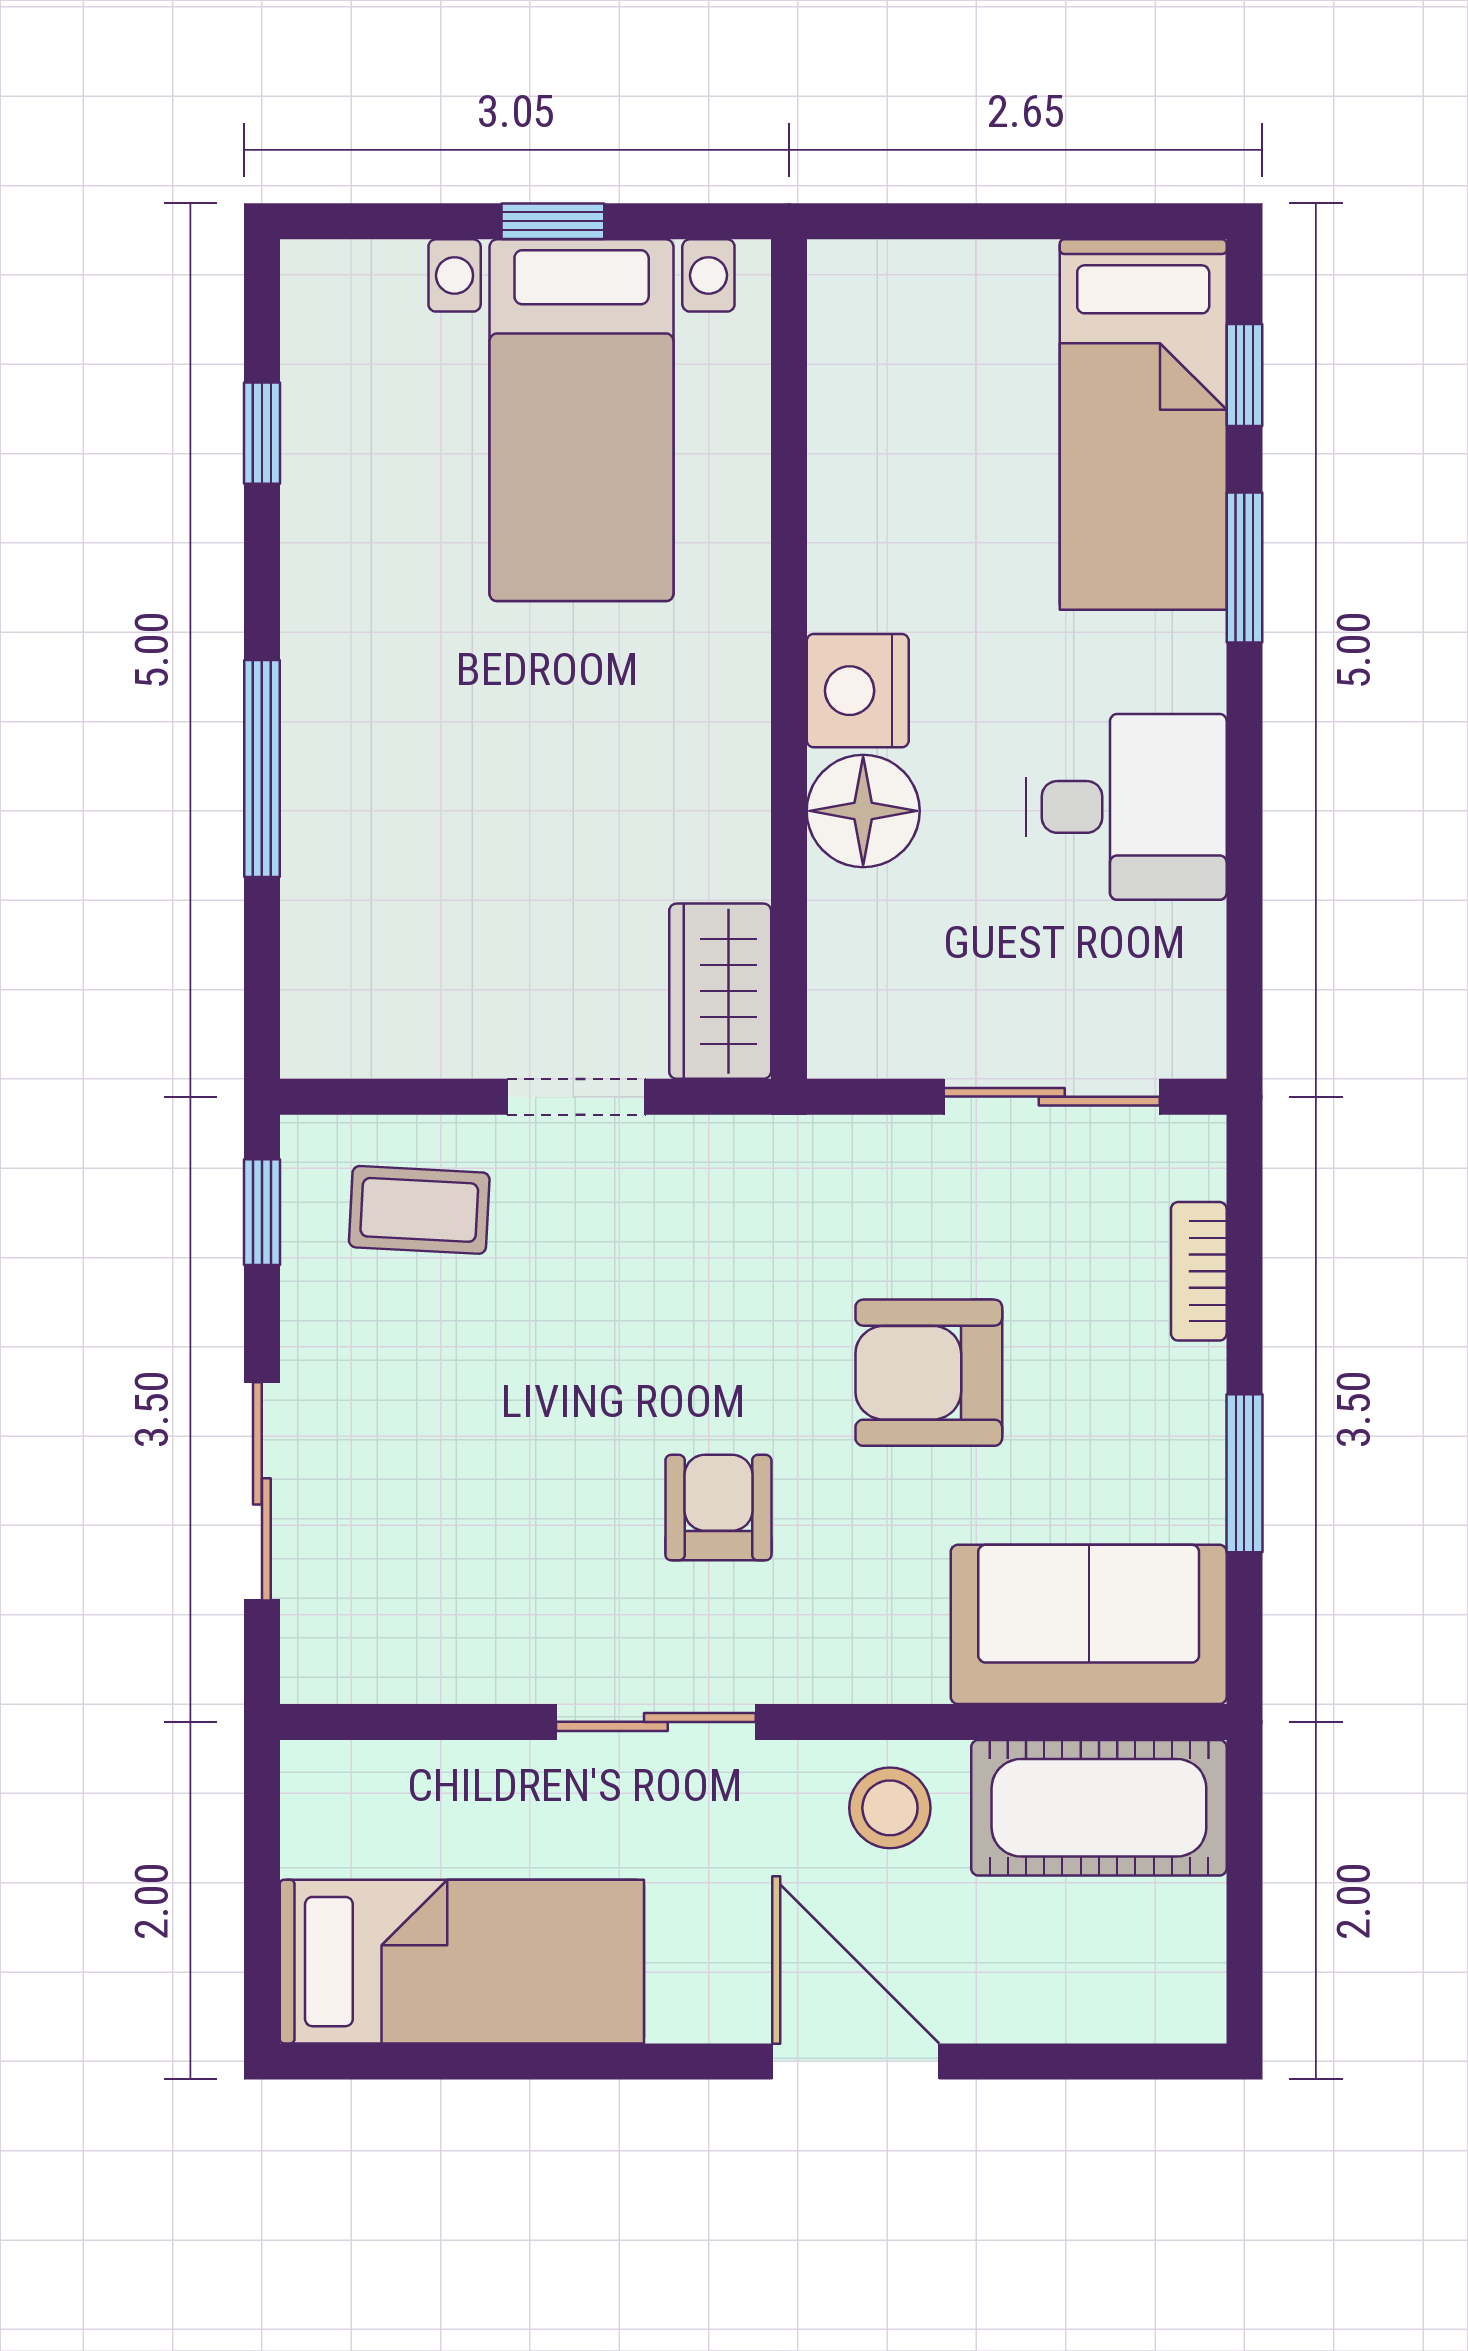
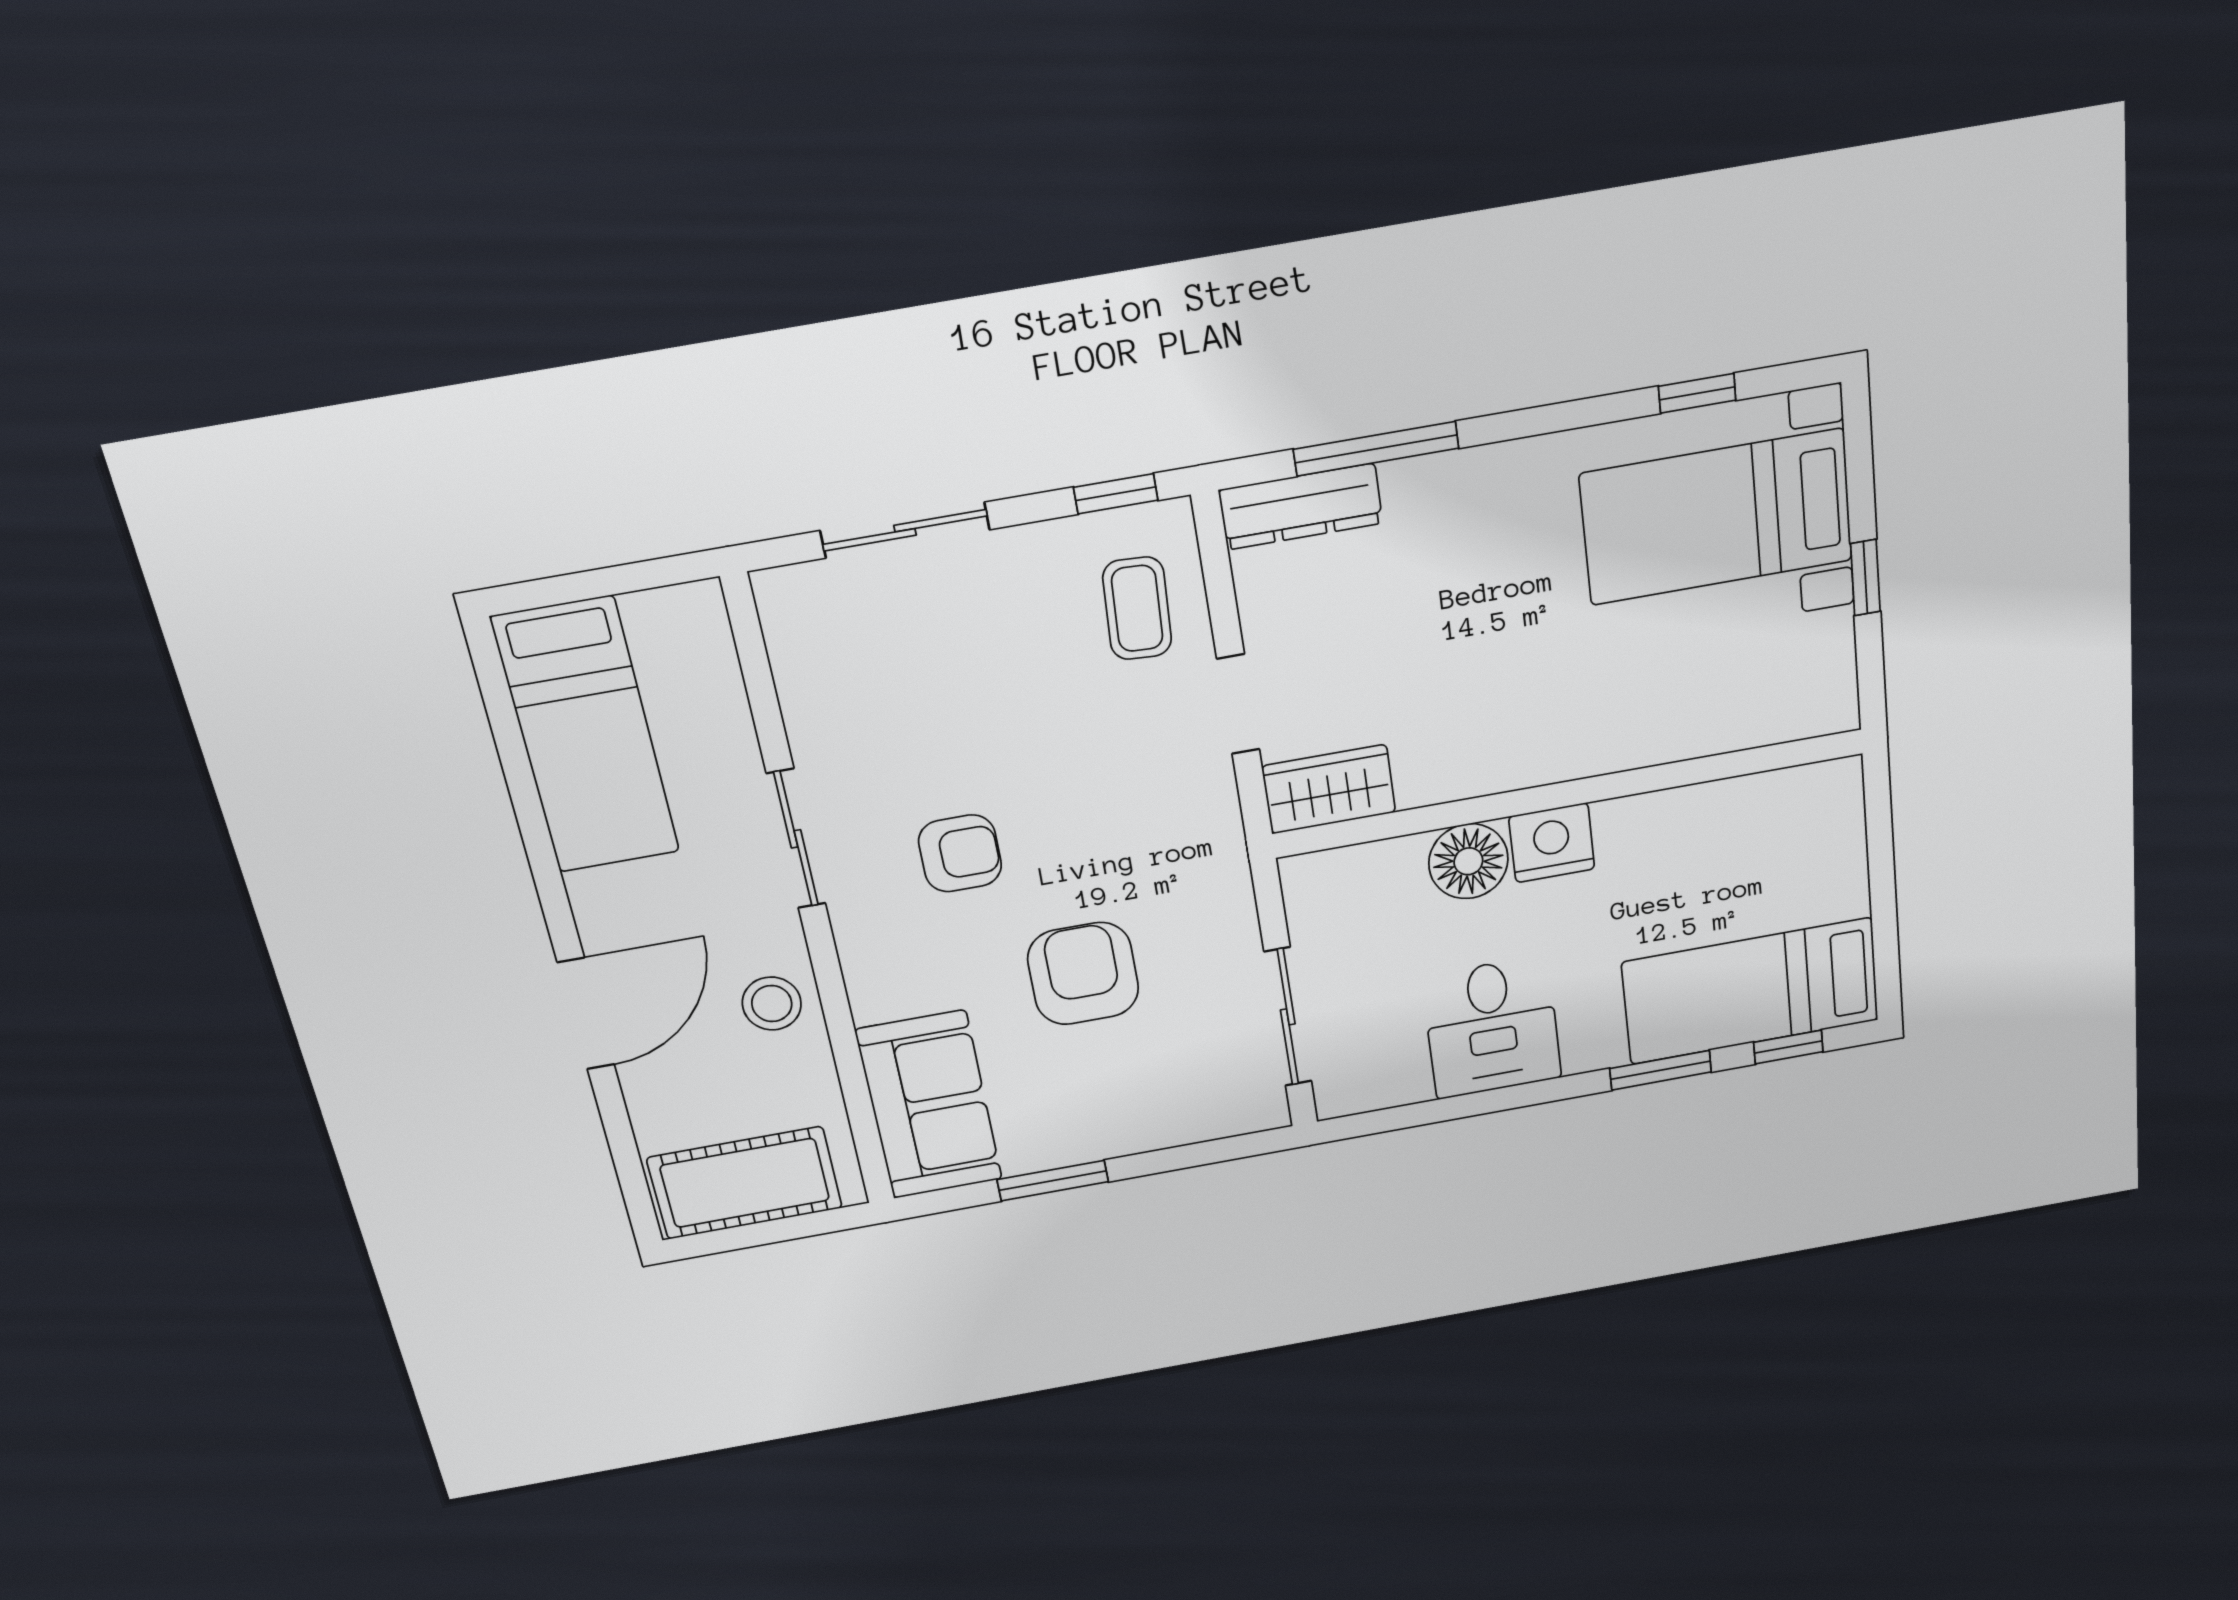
bed with nightstands: (582, 420) -> (1717, 517), moved
window: (262, 769) -> (1376, 449), moved
dresser: (321, 974) -> (1301, 507), added
bookcase: (1199, 1271) -> (1184, 1129), removed
cot: (1099, 1808) -> (745, 1183), moved, turned 90

